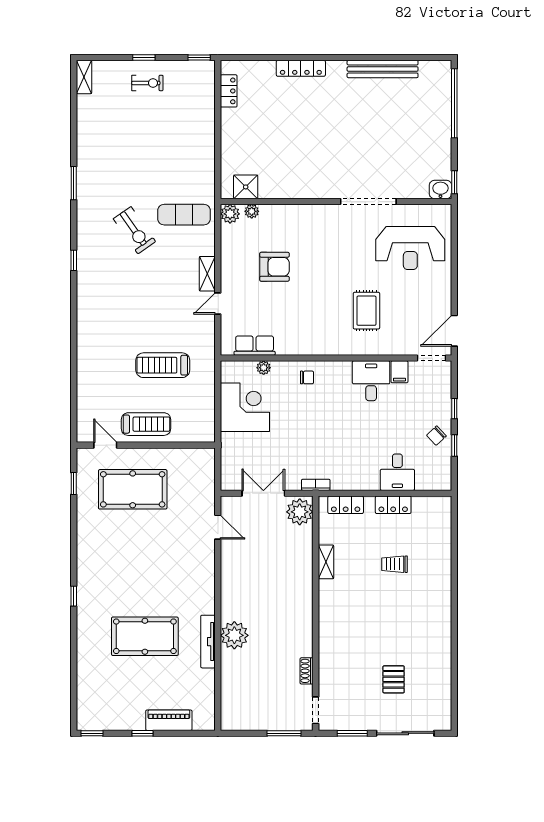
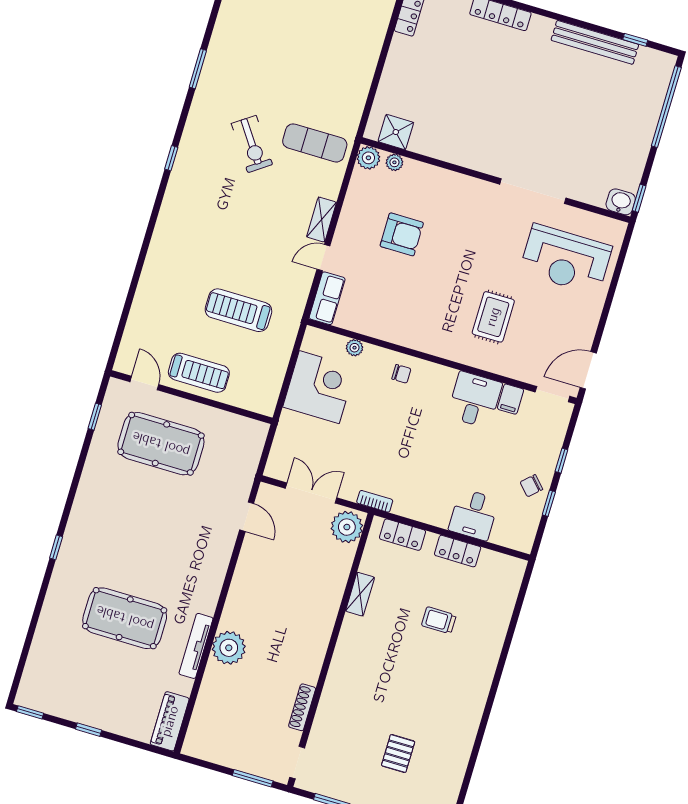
window: (414, 58) -> (635, 40), added
row of seats: (255, 346) -> (327, 298), moved, turned 90
shoe rack: (307, 671) -> (302, 707), width x1.43
piano: (169, 720) -> (170, 721), moved, turned -90

